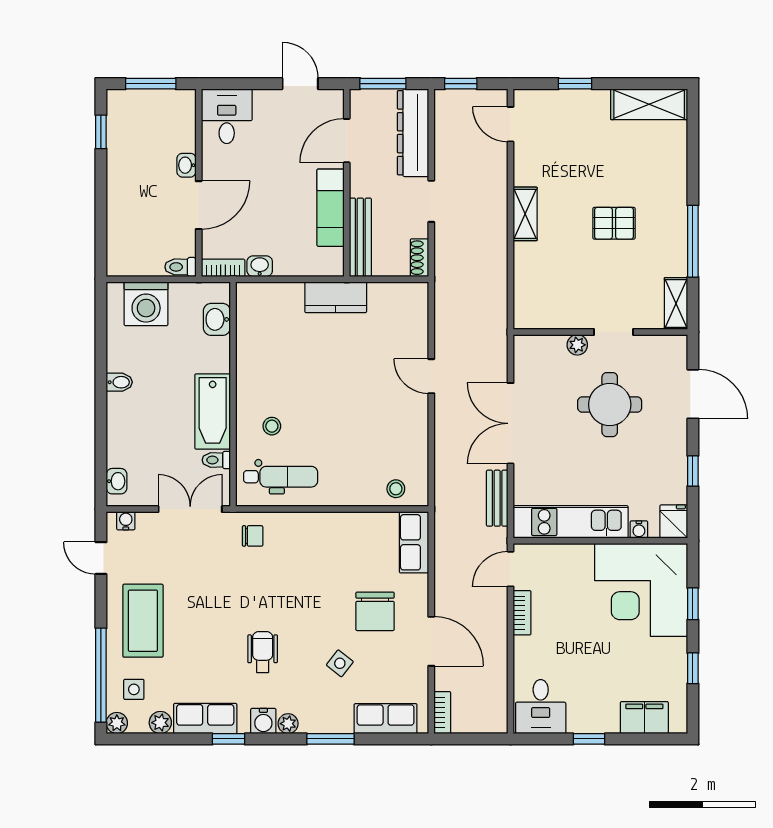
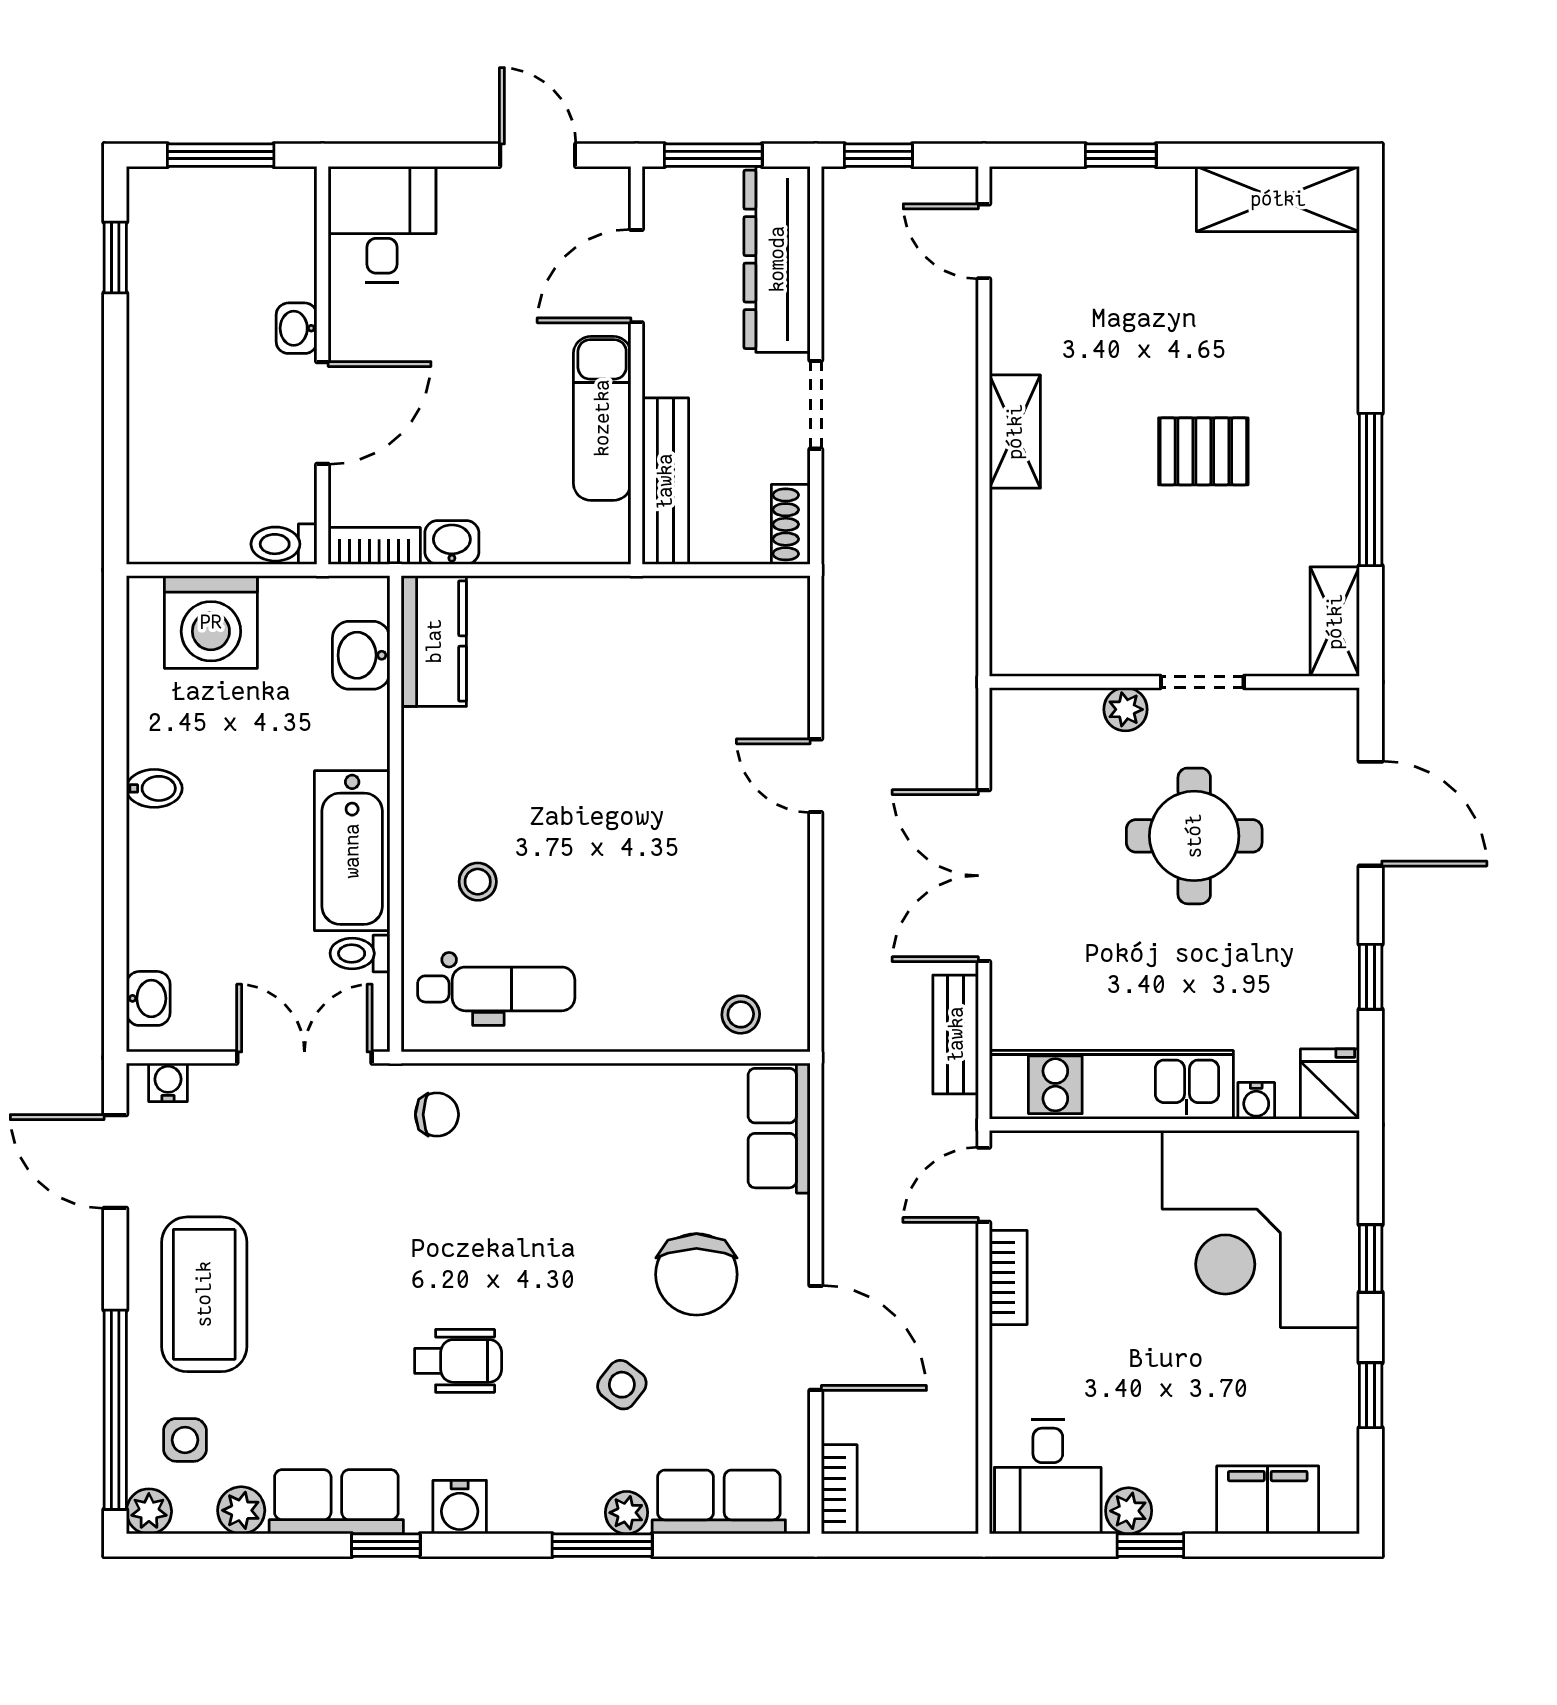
kitchen counter: (336, 297) -> (434, 641), moved, turned -90
door: (101, 558) -> (115, 1161), width x1.37
wheelchair: (263, 652) -> (458, 1361), turned 90
plant: (579, 723) -> (1129, 1511), added
plant: (288, 724) -> (626, 1513), moved

